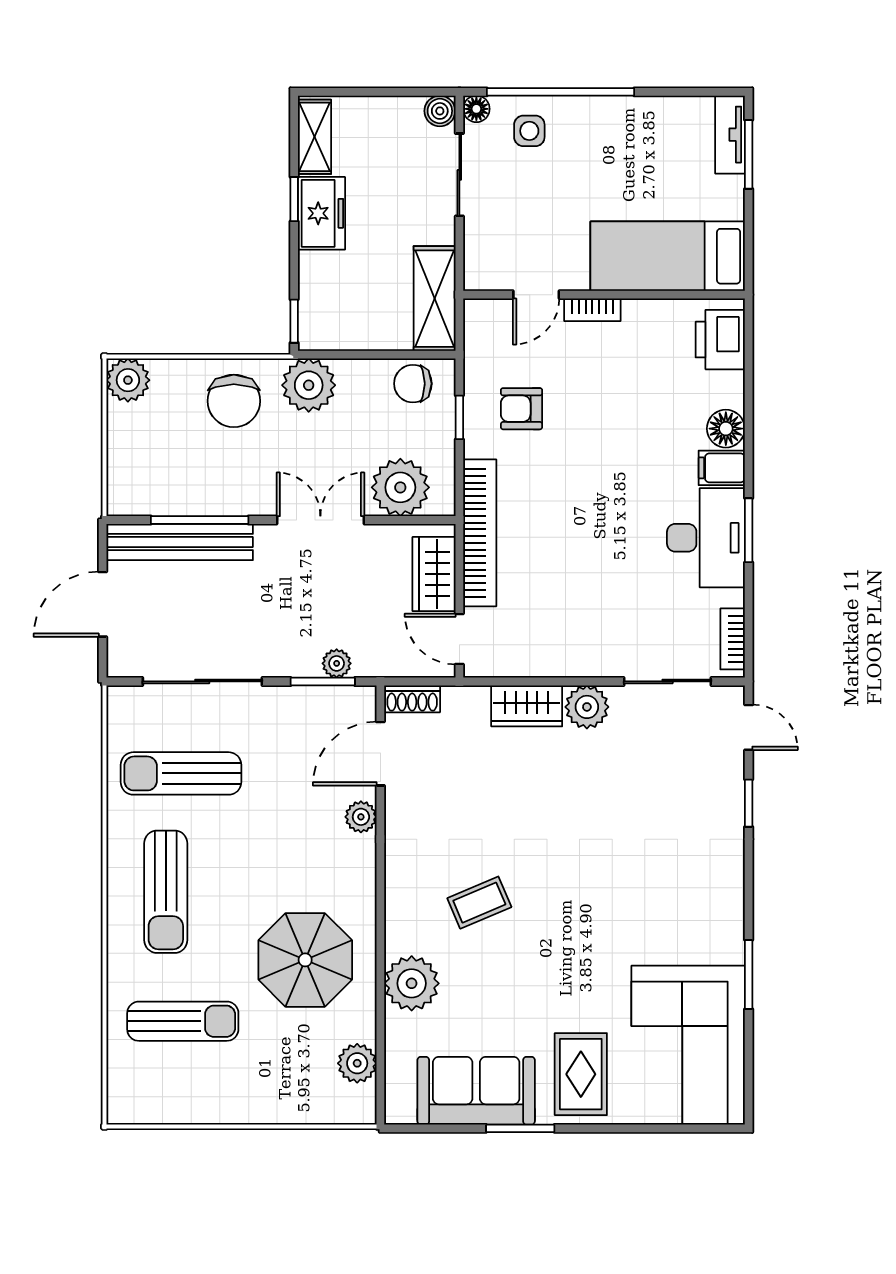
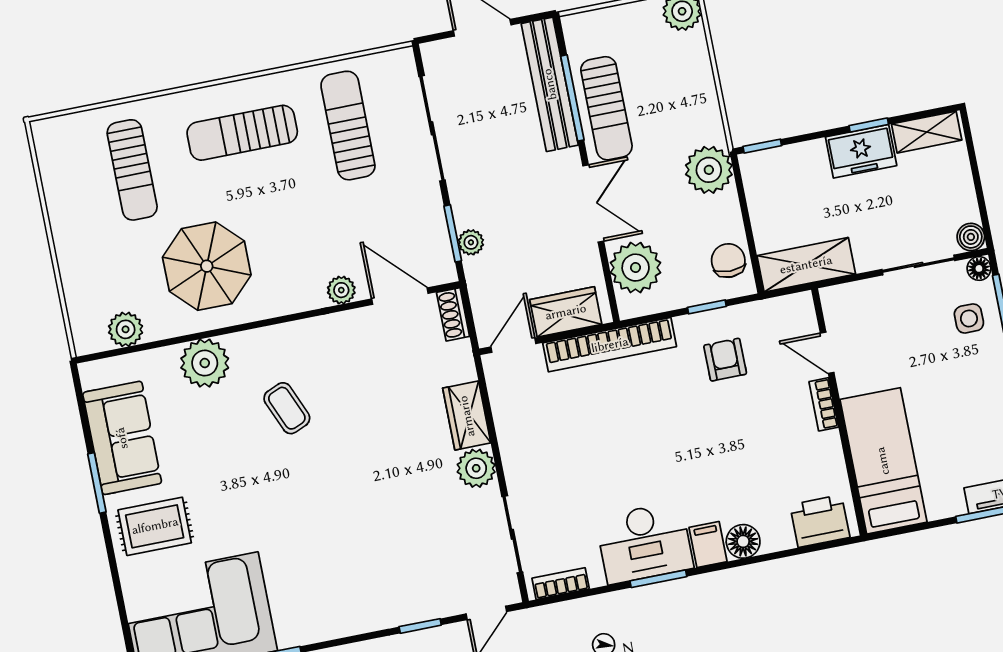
chair: (234, 401) -> (682, 107), removed
sun lounger: (218, 485) -> (606, 108), added

